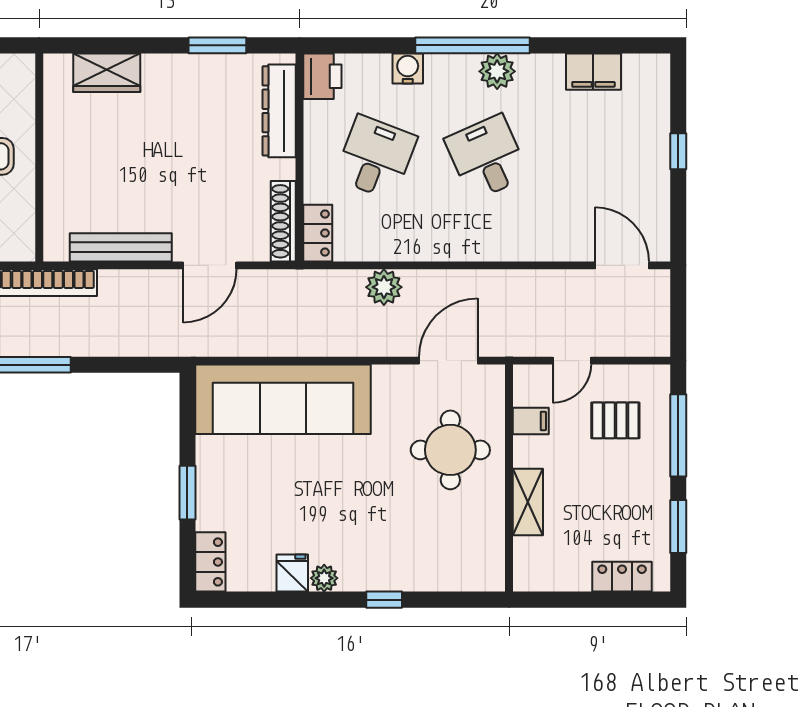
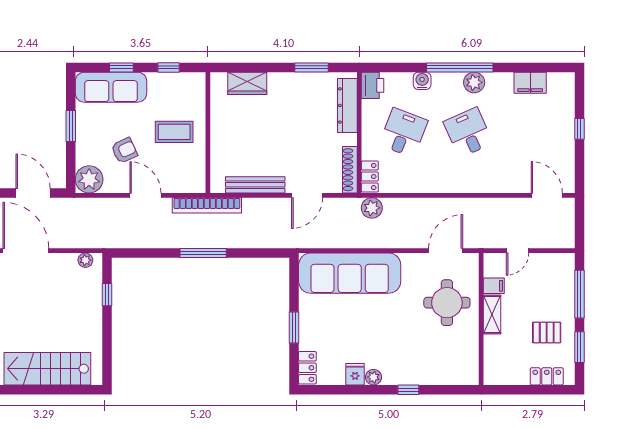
plant: (384, 287) -> (372, 208), moved
pallet: (615, 420) -> (547, 333), moved
shelving: (528, 502) -> (492, 314), moved

